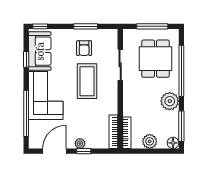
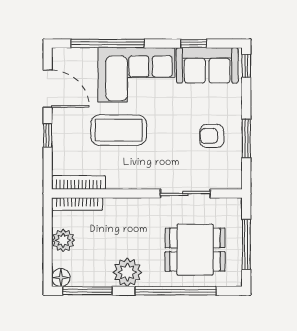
coffee table: (87, 81) -> (119, 130), moved
plant: (80, 143) -> (60, 129), removed

